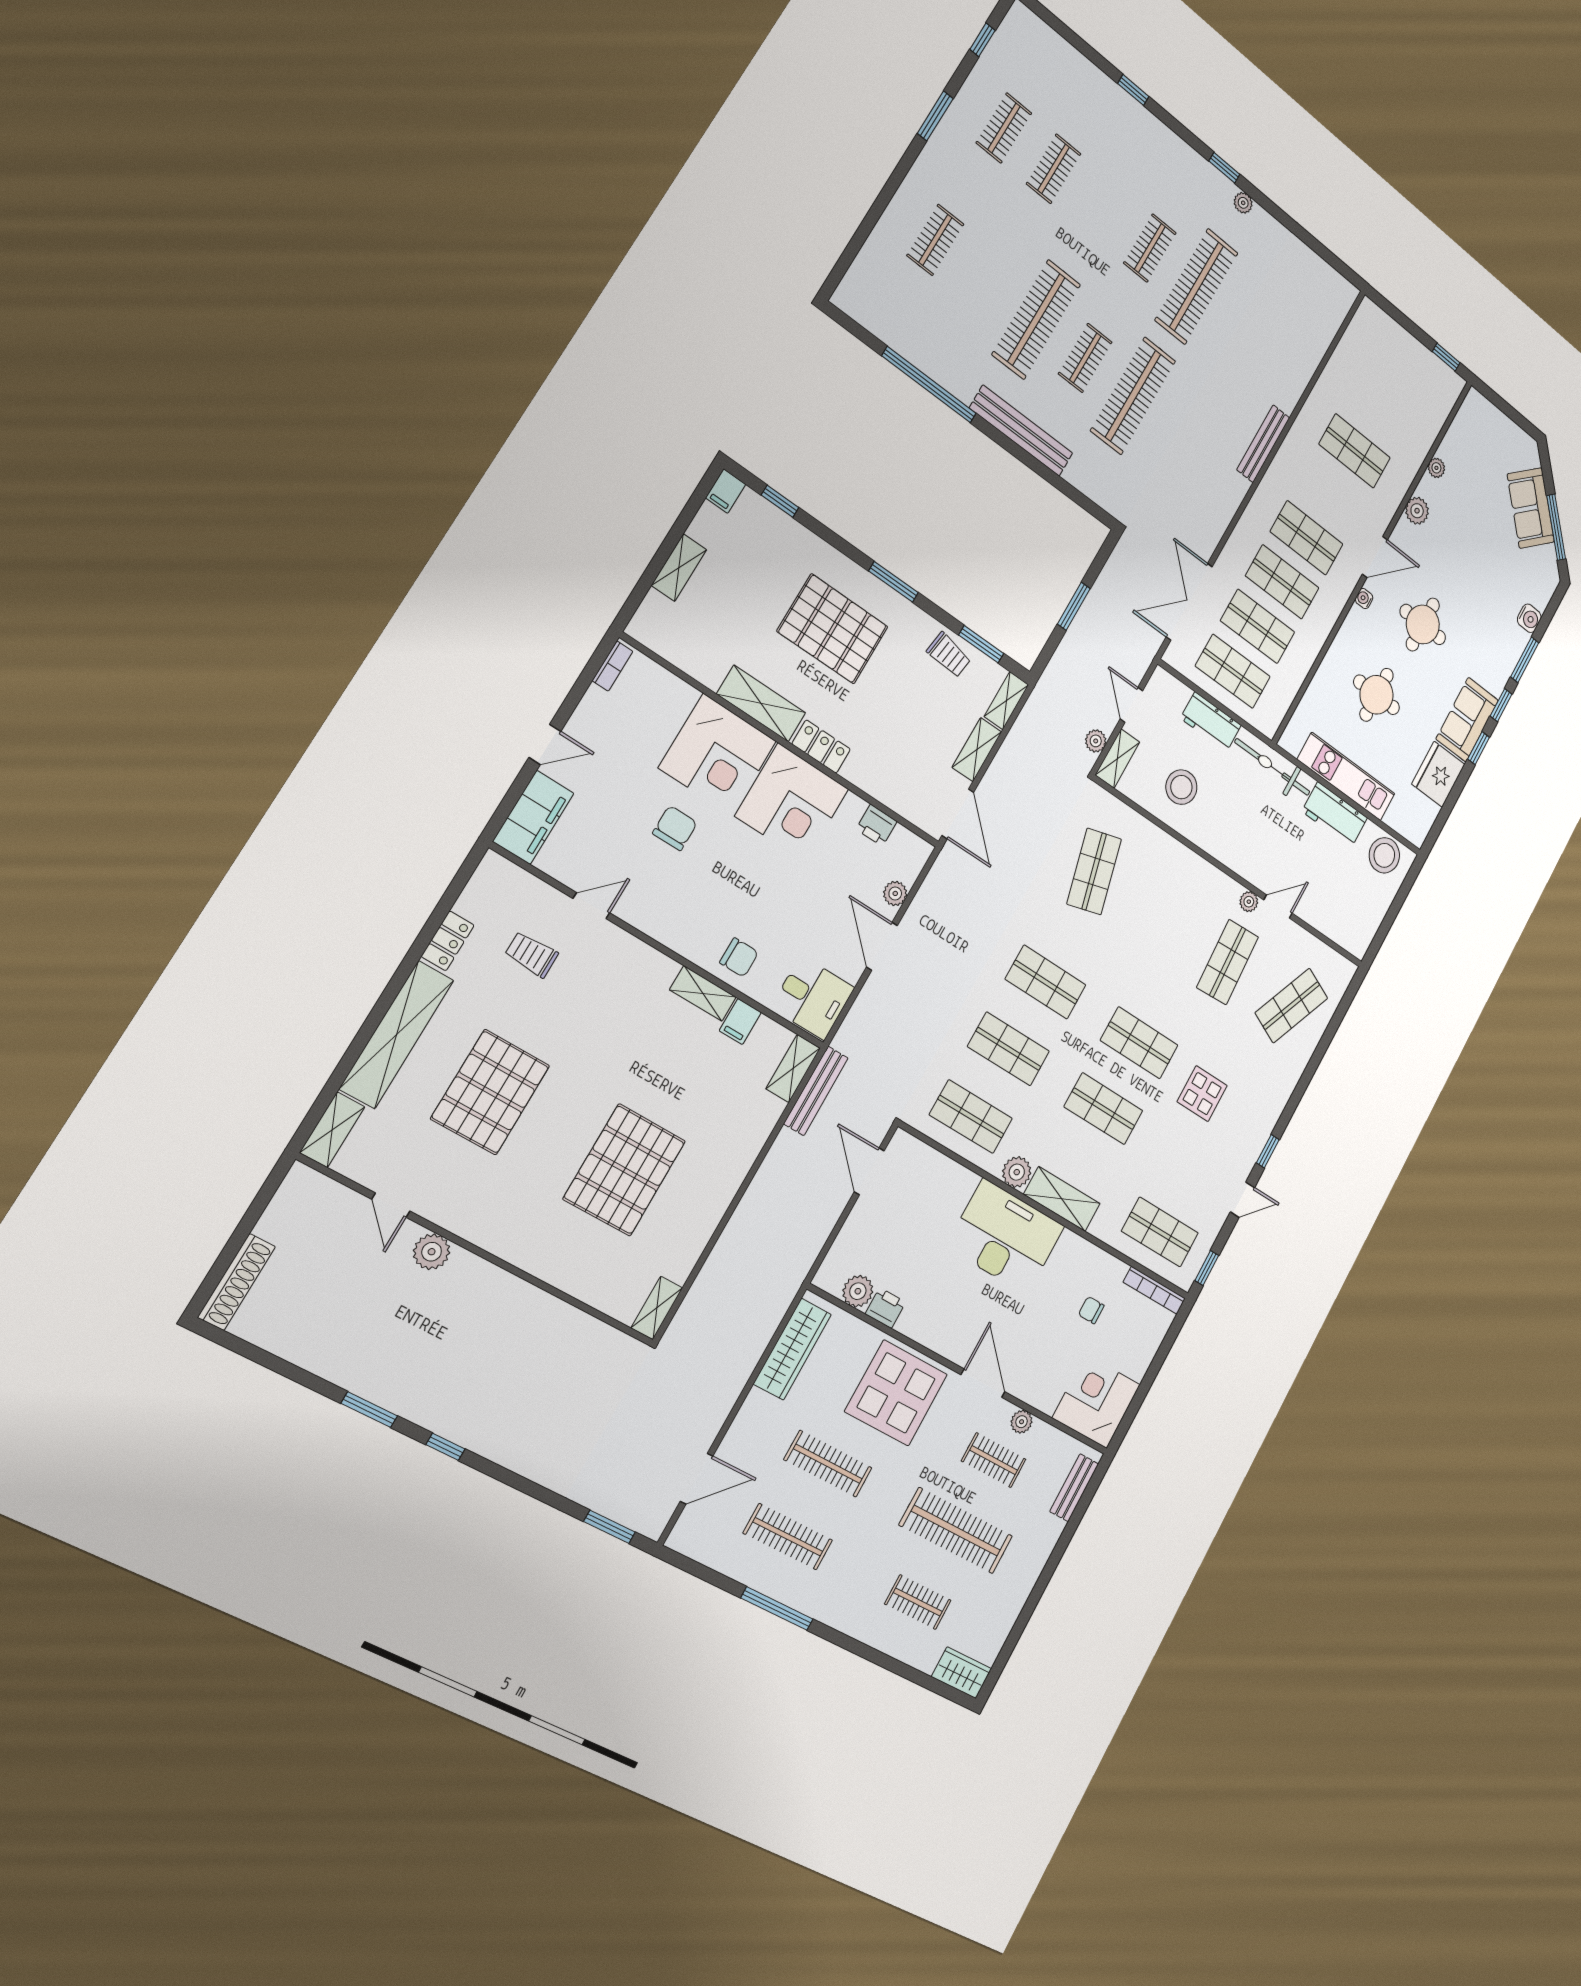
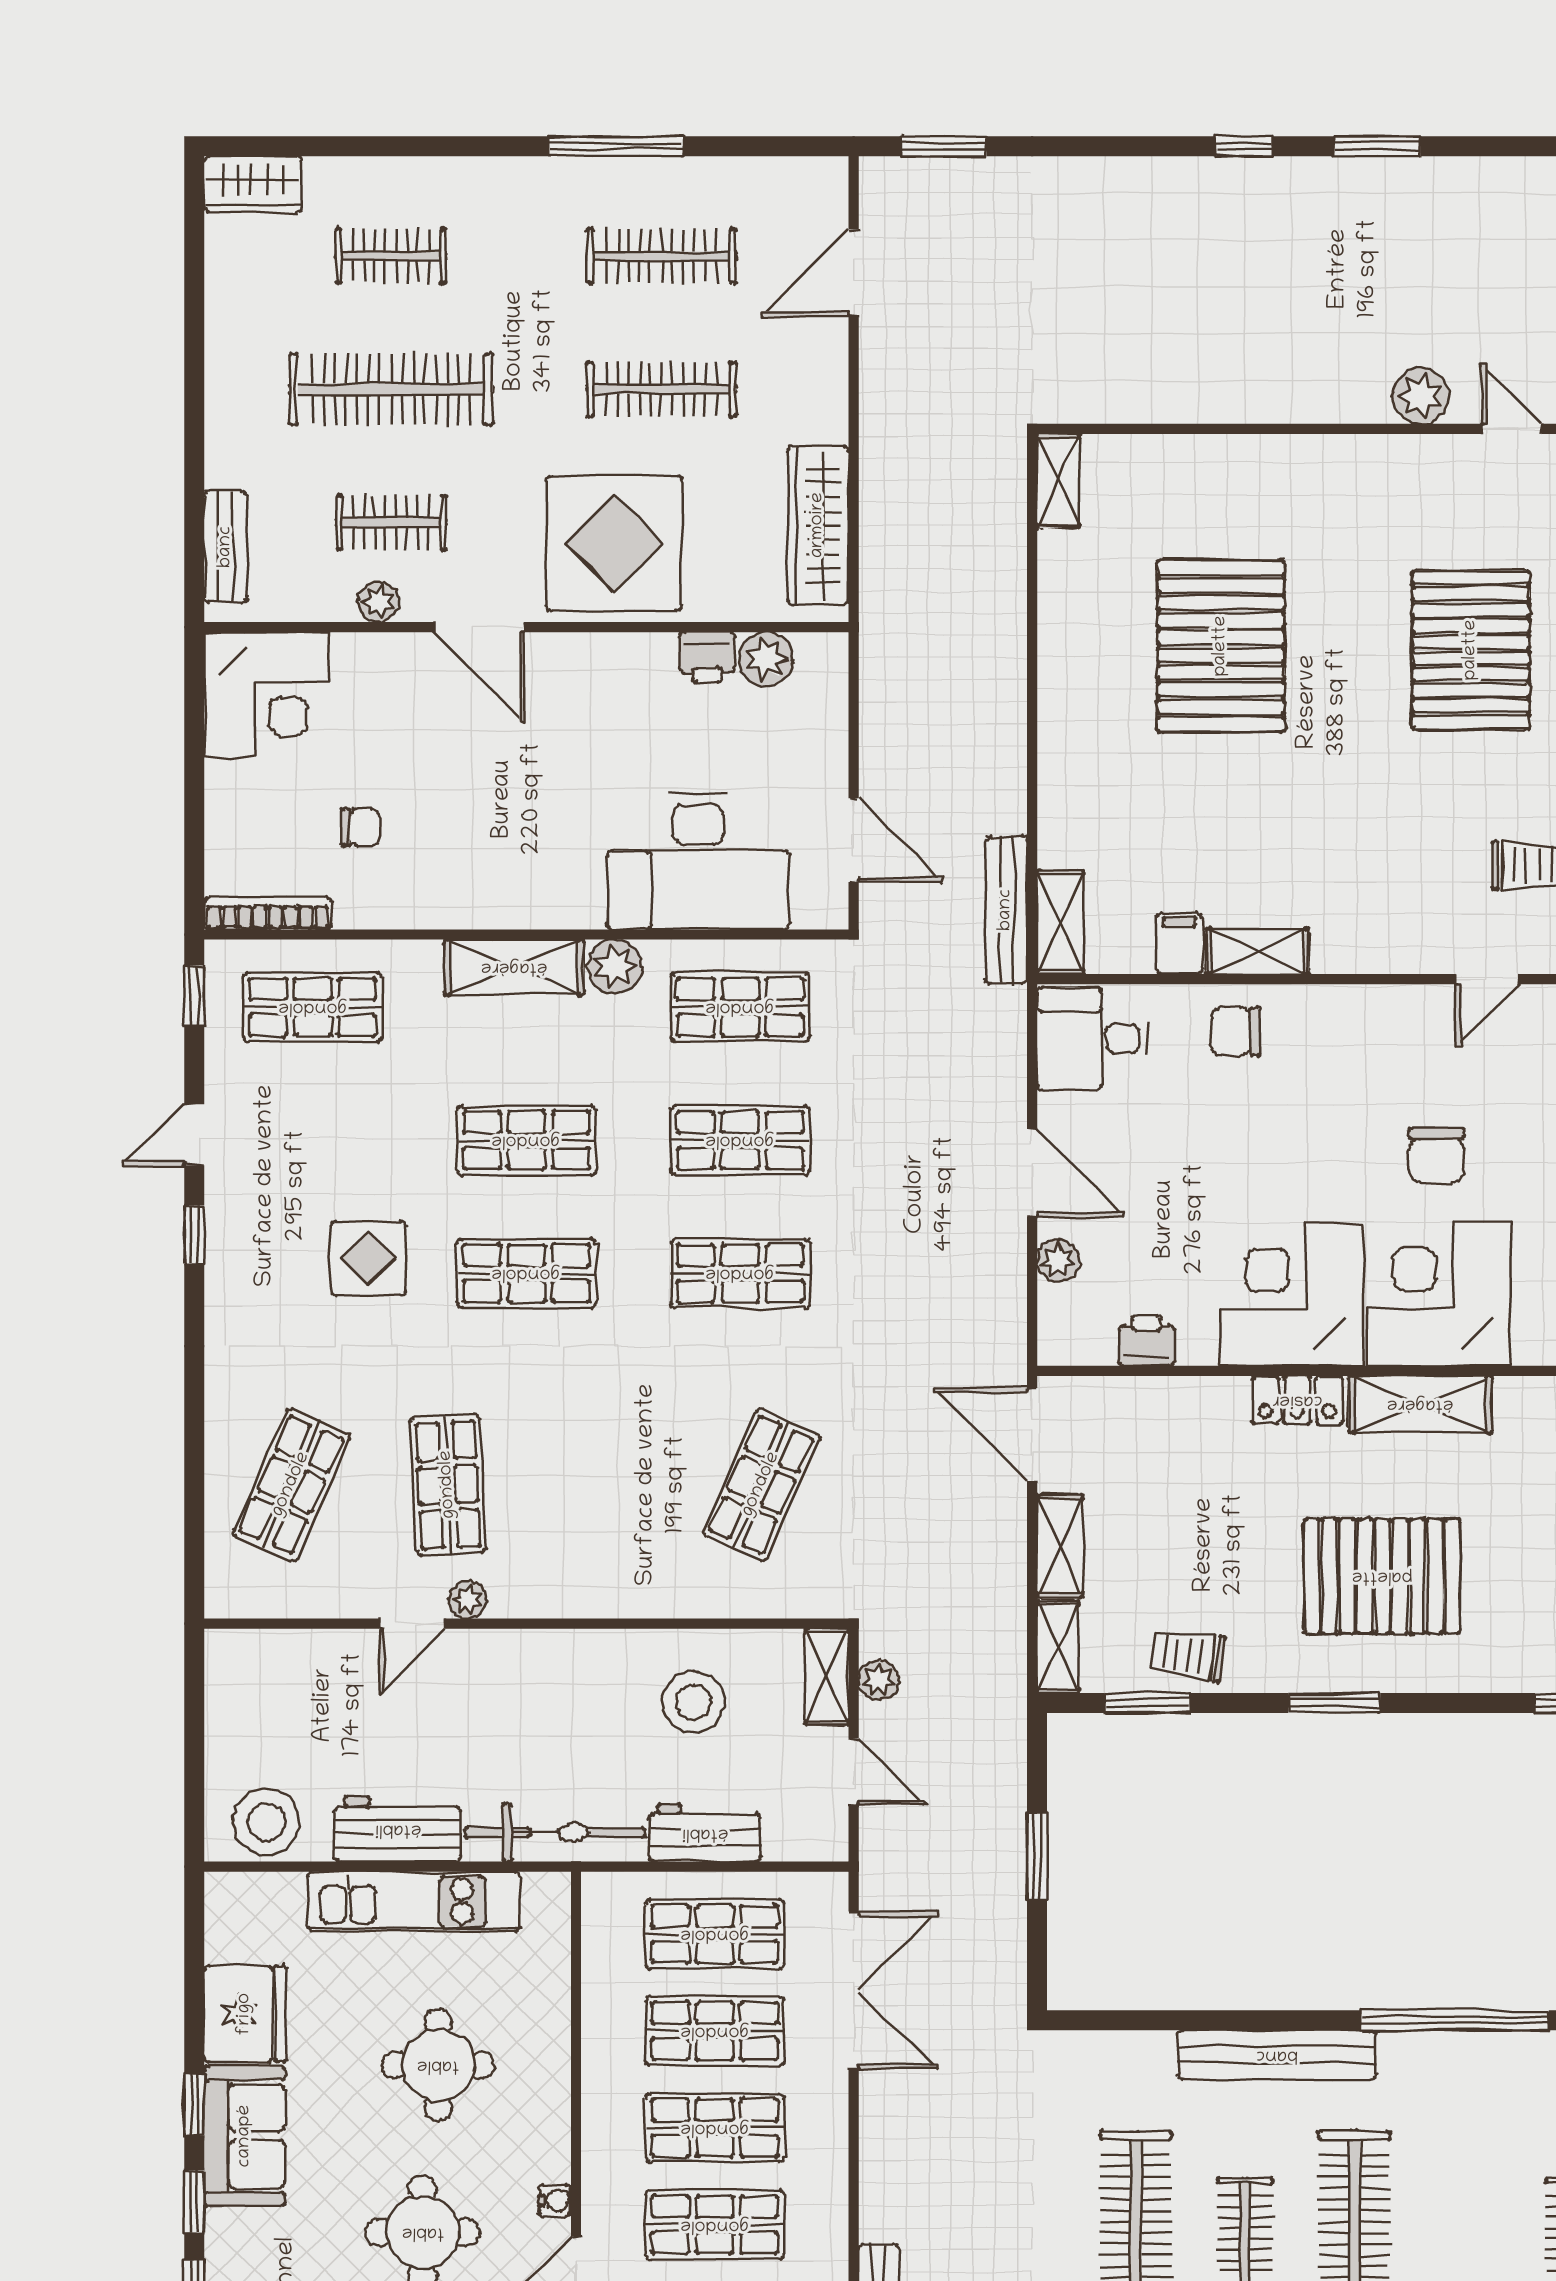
shop shelf: (1094, 871) -> (761, 1485), turned 39
desk: (1005, 1237) -> (698, 862), moved

